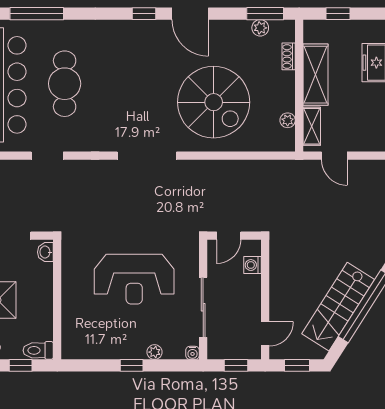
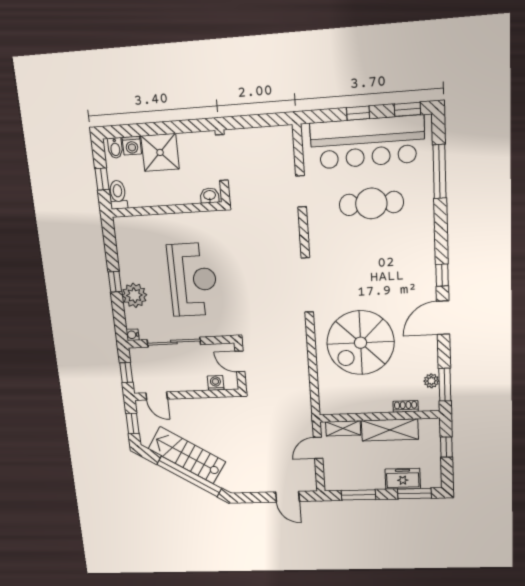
plant: (288, 120) -> (347, 408), removed
reception desk: (134, 279) -> (193, 280), turned 180
plant: (155, 352) -> (134, 295), width x1.88, depth x1.88

